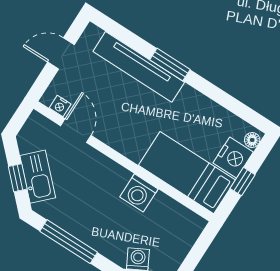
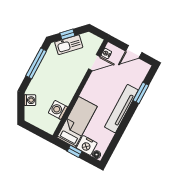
door: (61, 53) -> (134, 52), swing flipped
window: (170, 65) -> (141, 93), moved
tv unit: (139, 67) -> (121, 109), moved
washing machine: (139, 193) -> (58, 110), moved

